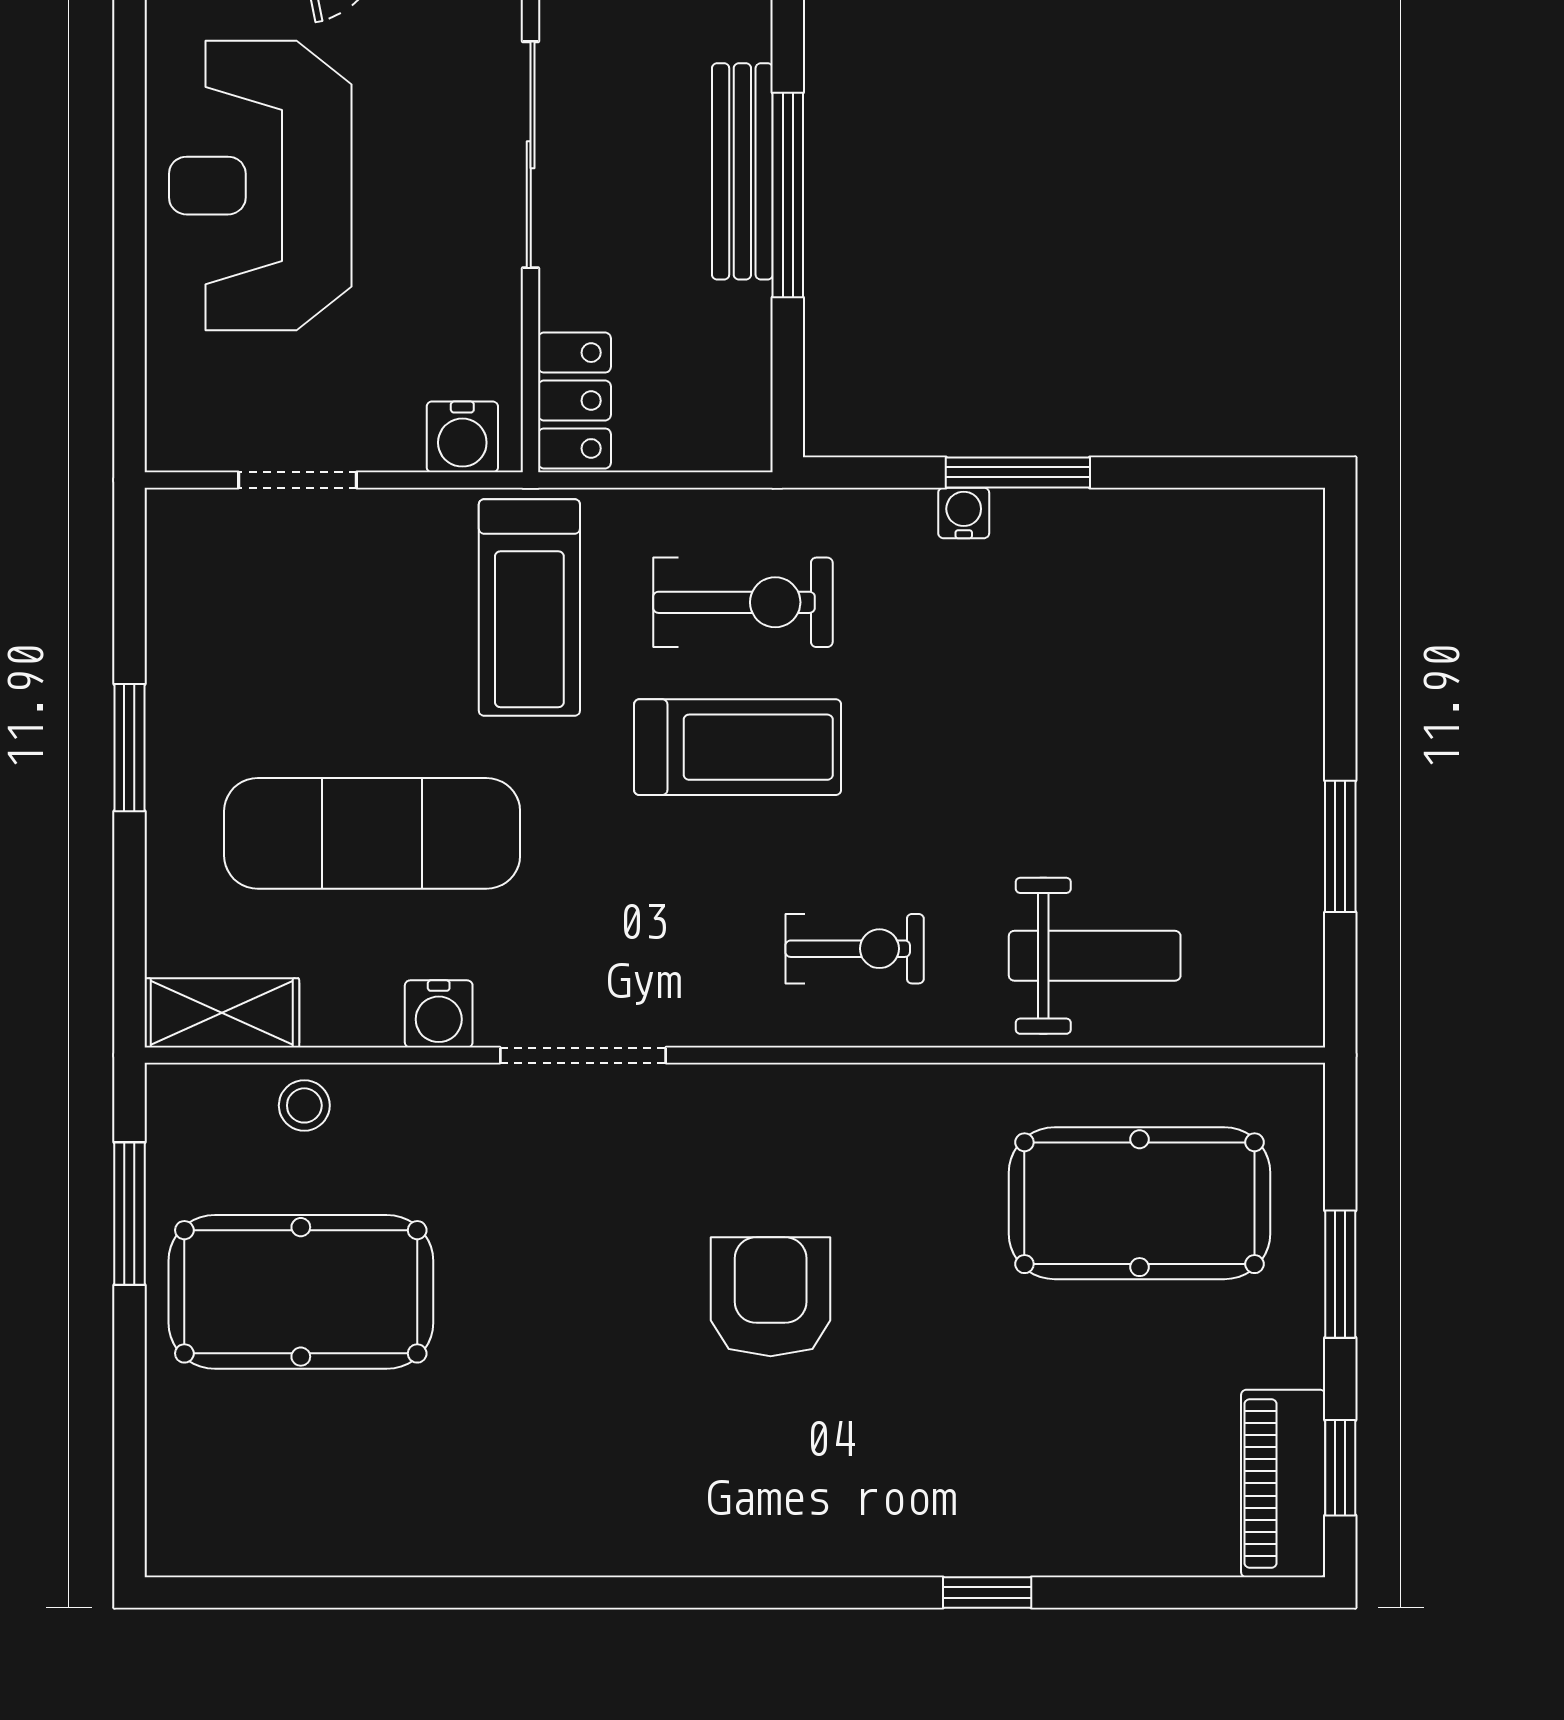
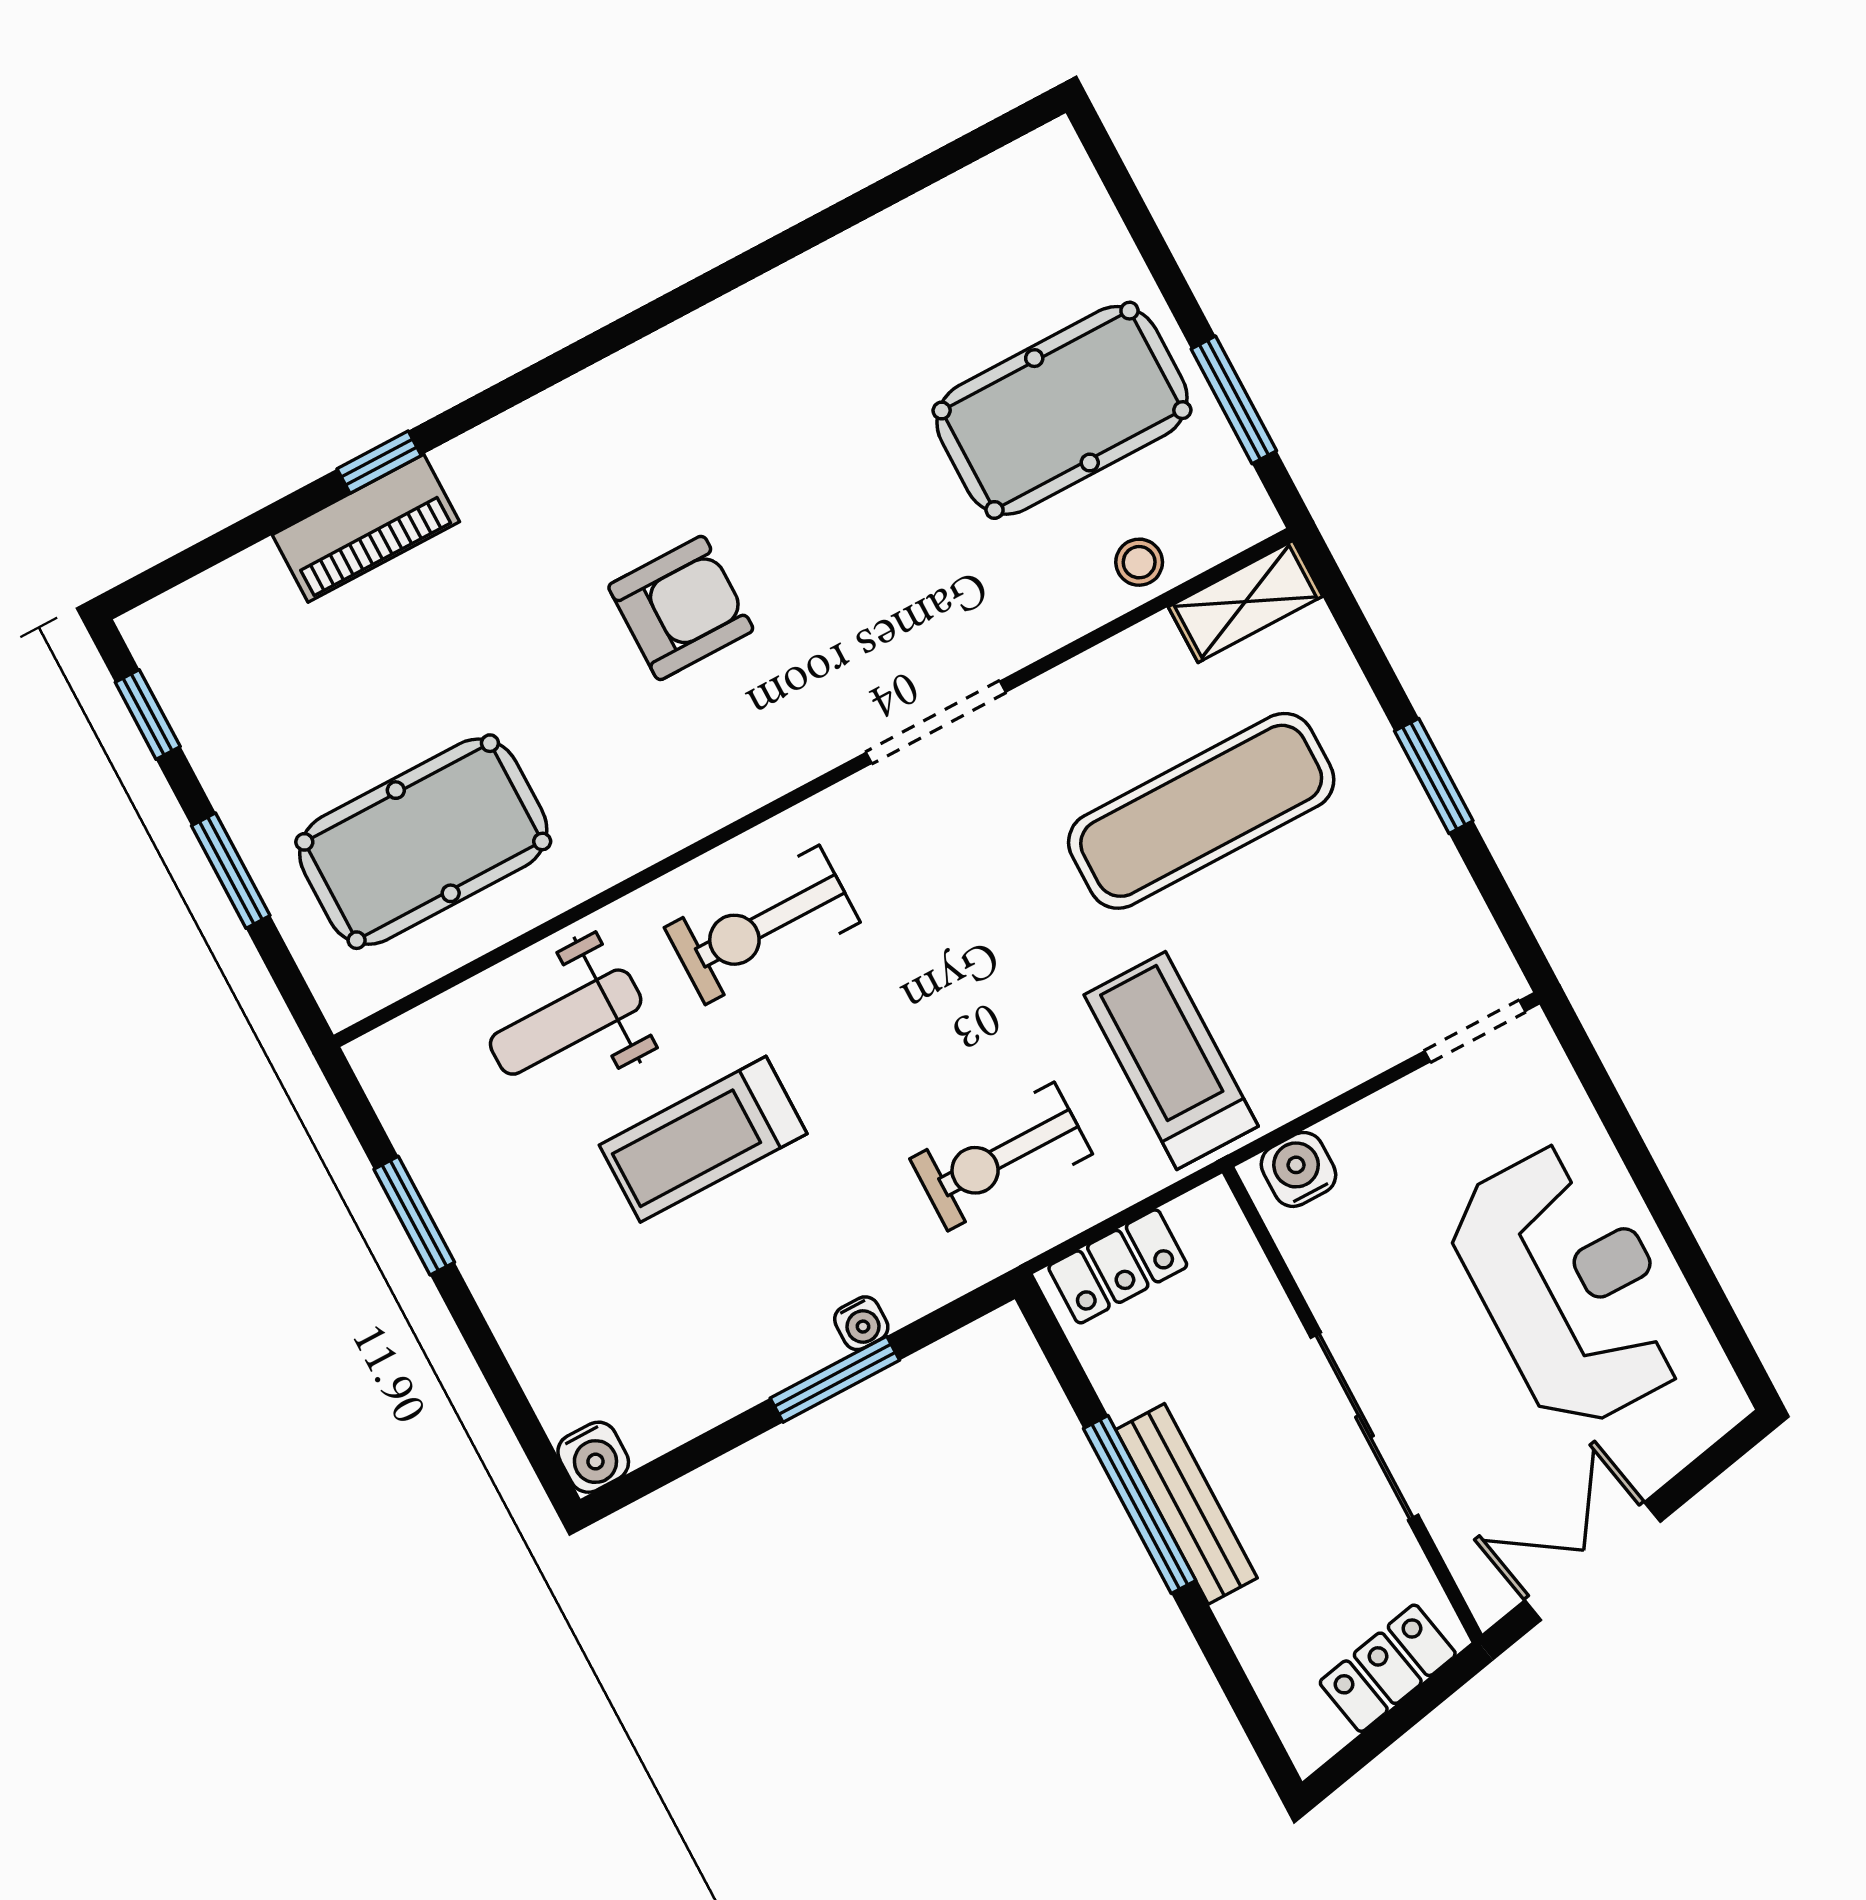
locker: (574, 401) -> (1118, 1266), moved, turned -90
doorway: (298, 480) -> (1475, 1031), moved
treadmill: (738, 747) -> (703, 1139), moved
exercise bike: (855, 949) -> (762, 925), width x1.38, depth x1.39
water cooler: (439, 1014) -> (593, 1457), moved, turned 180
armchair: (771, 1297) -> (681, 608), turned -90
piano: (1283, 1483) -> (366, 528), moved, turned 90

